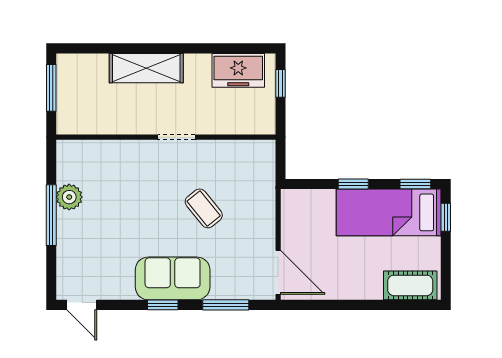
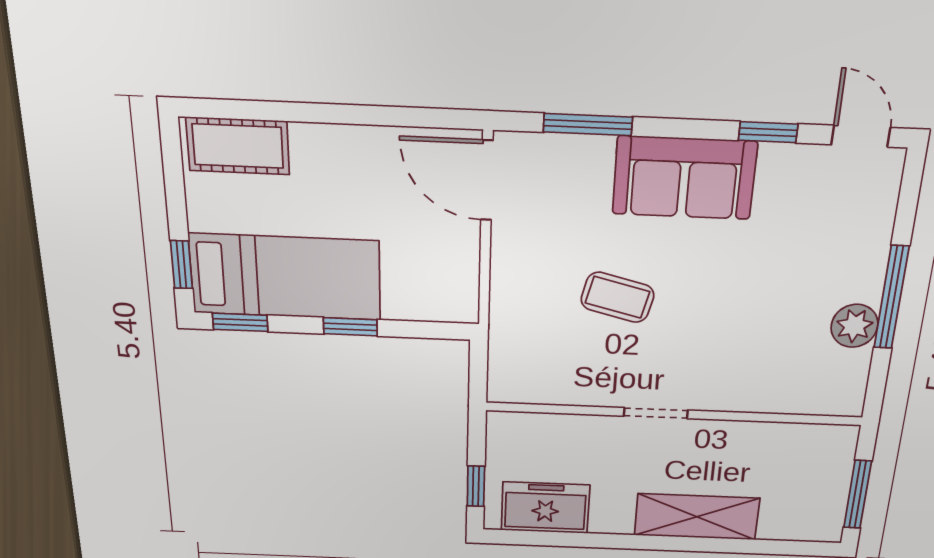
coffee table: (204, 208) -> (617, 297), turned -37
window: (163, 305) -> (768, 132), moved

